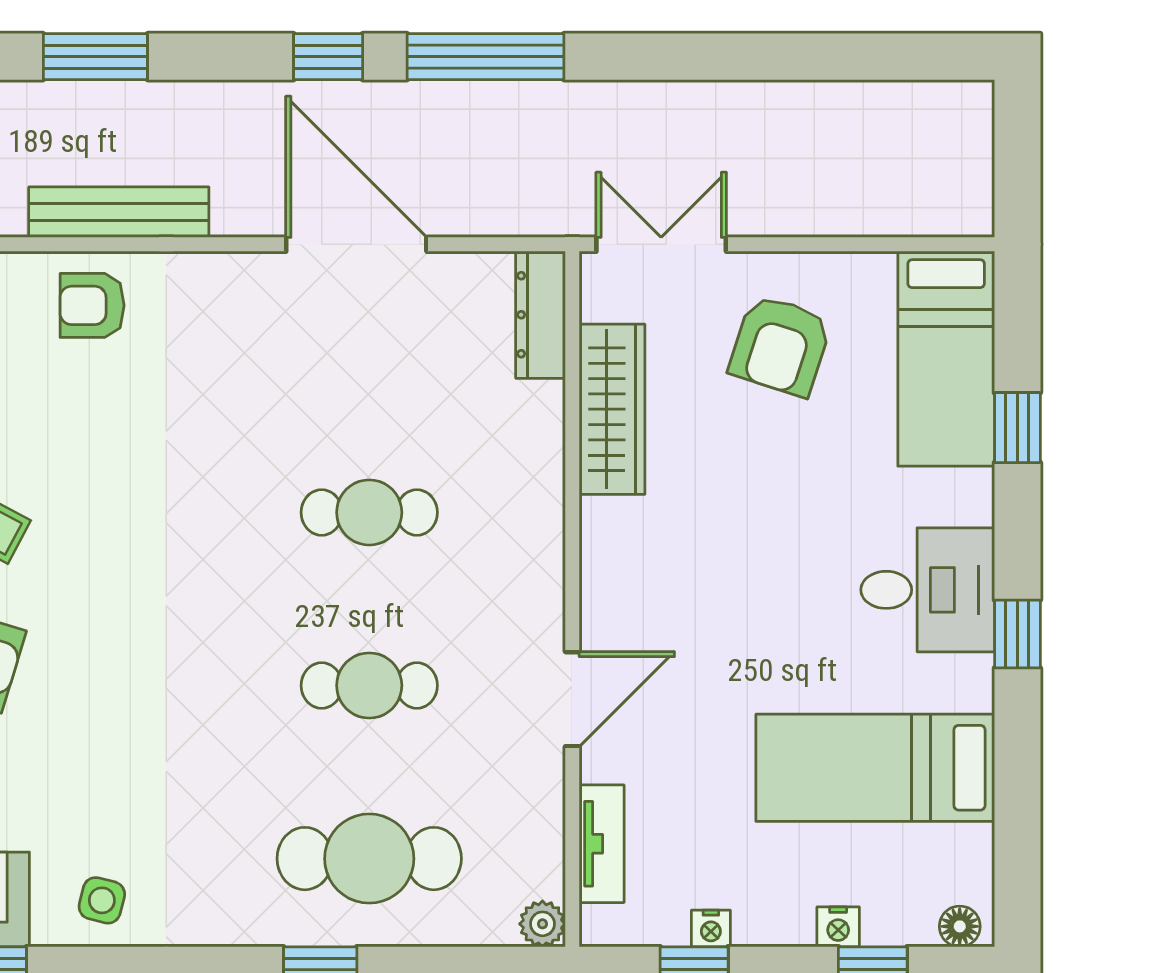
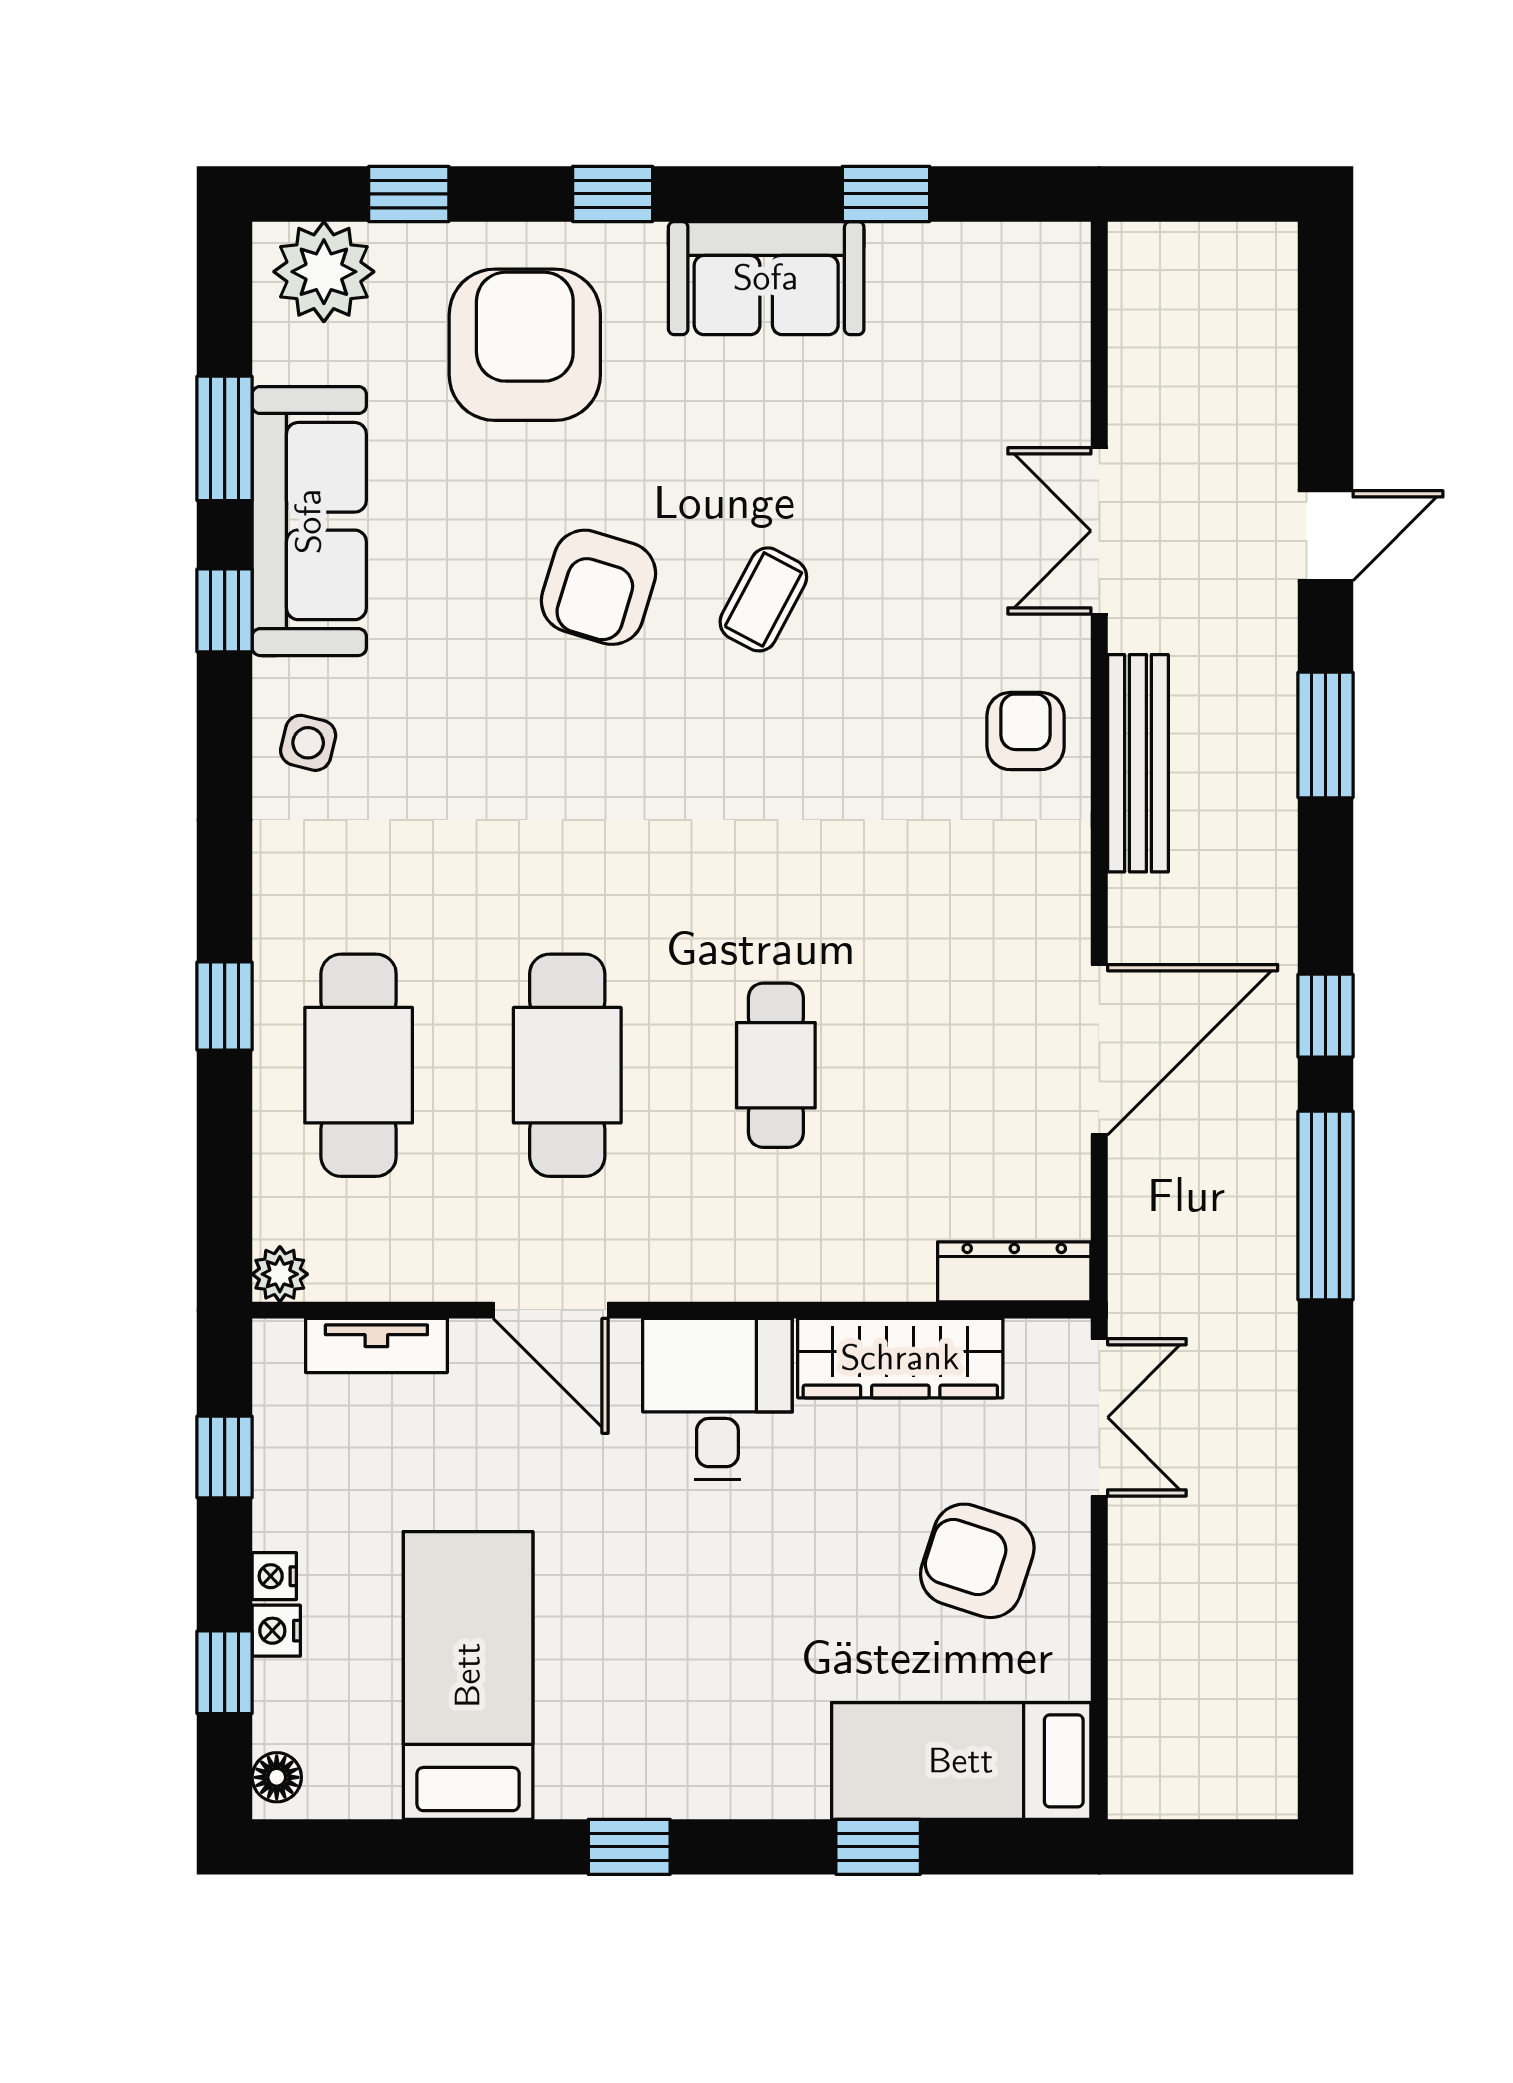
desk: (928, 590) -> (717, 1399), moved, turned 180
cafe table: (369, 685) -> (567, 1065), width x1.37, depth x1.35
nightstand: (711, 928) -> (274, 1576), moved

